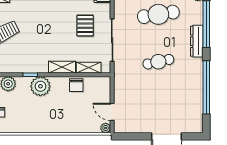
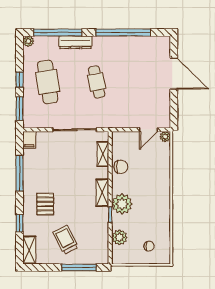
pallet: (85, 26) -> (45, 204), moved, turned 90
shelving: (62, 67) -> (102, 193), moved

